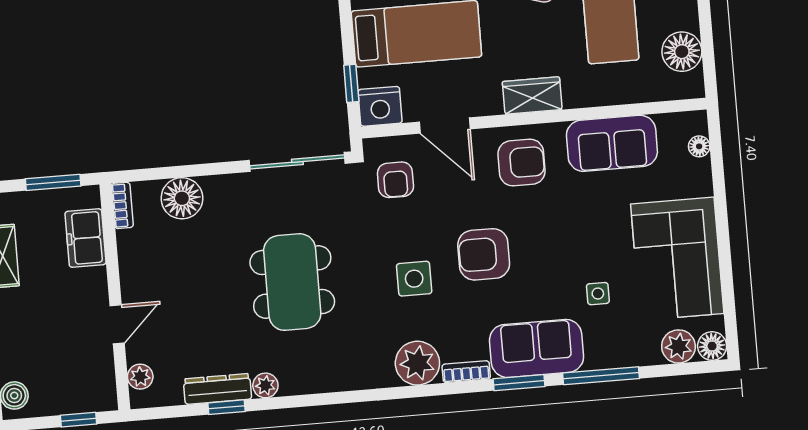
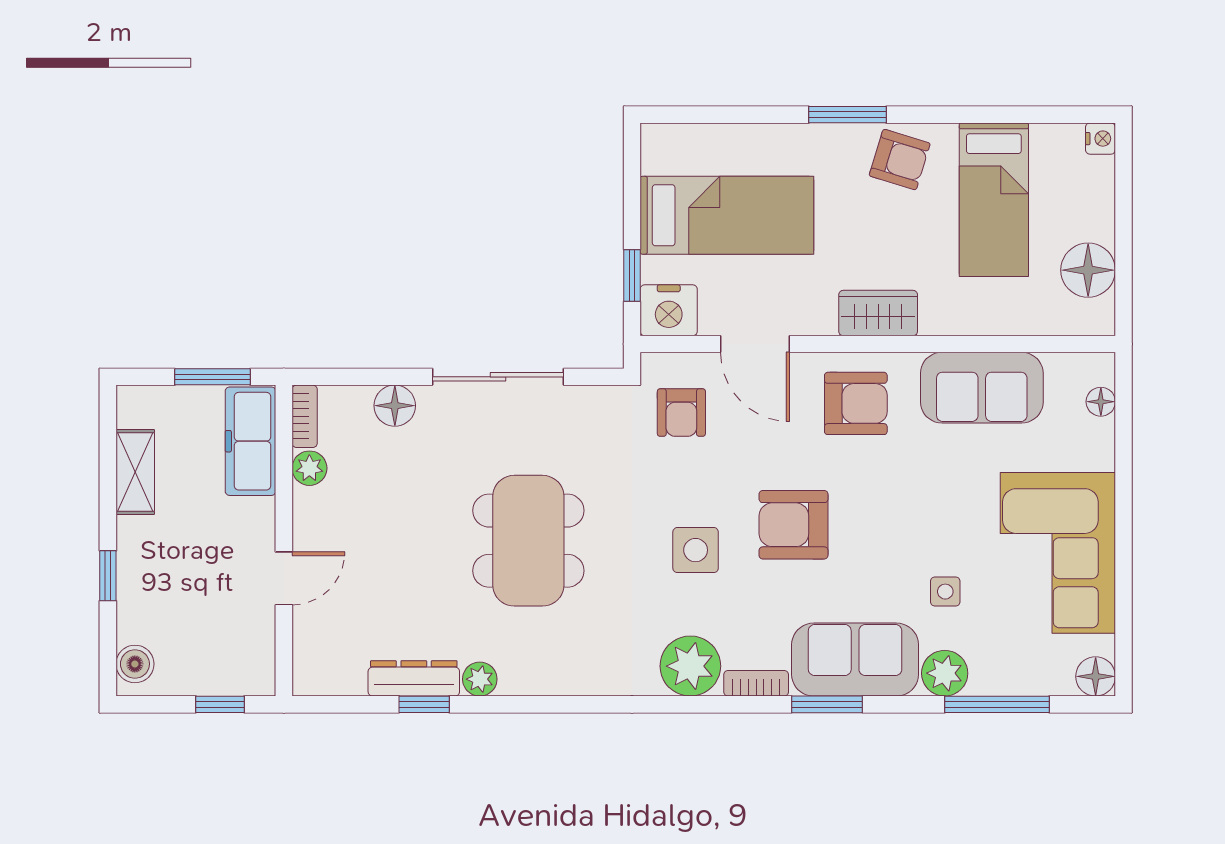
sliding door: (297, 162) -> (498, 377), moved
floor lamp: (182, 198) -> (395, 406), width x0.73, depth x0.73
freezer: (86, 238) -> (251, 441), width x1.40
plant: (678, 346) -> (945, 673), moved
window: (601, 376) -> (997, 704), moved
plant: (140, 377) -> (309, 468), moved

